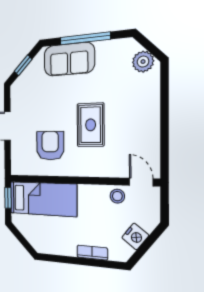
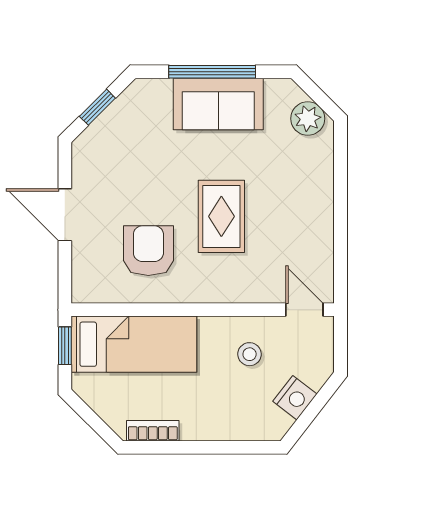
sofa: (69, 59) -> (218, 104), moved
stool: (117, 196) -> (250, 354), moved
bookcase: (92, 253) -> (153, 431), moved

